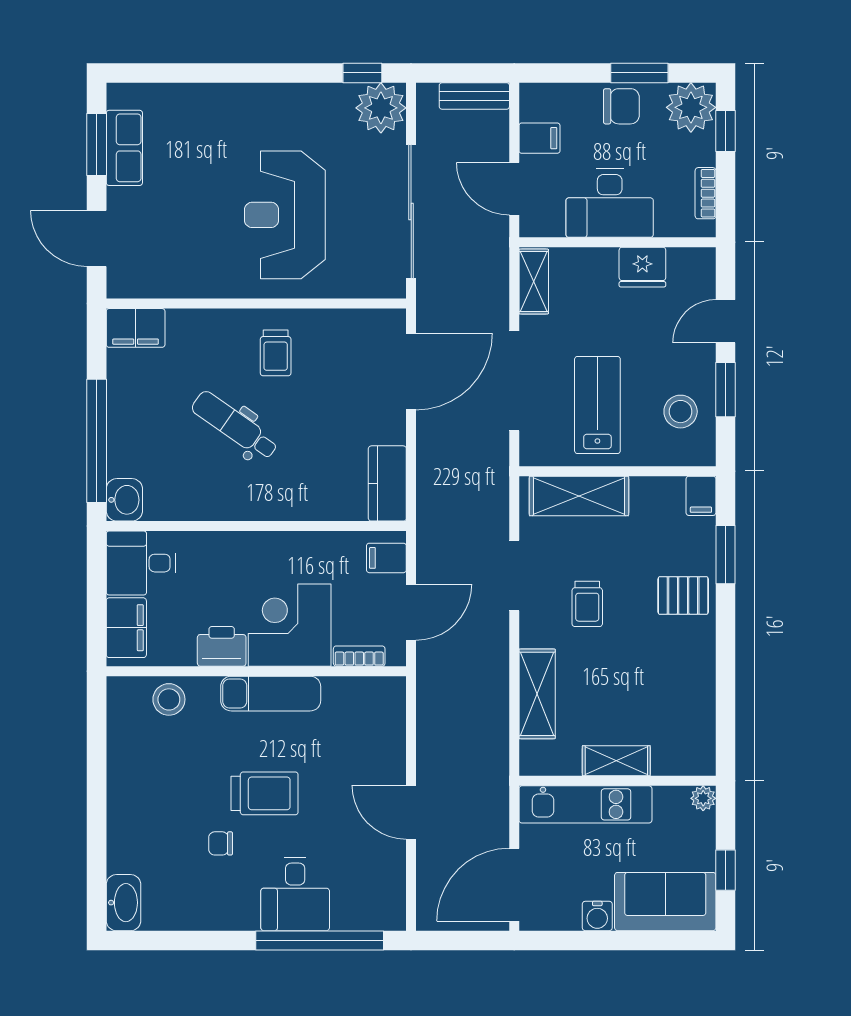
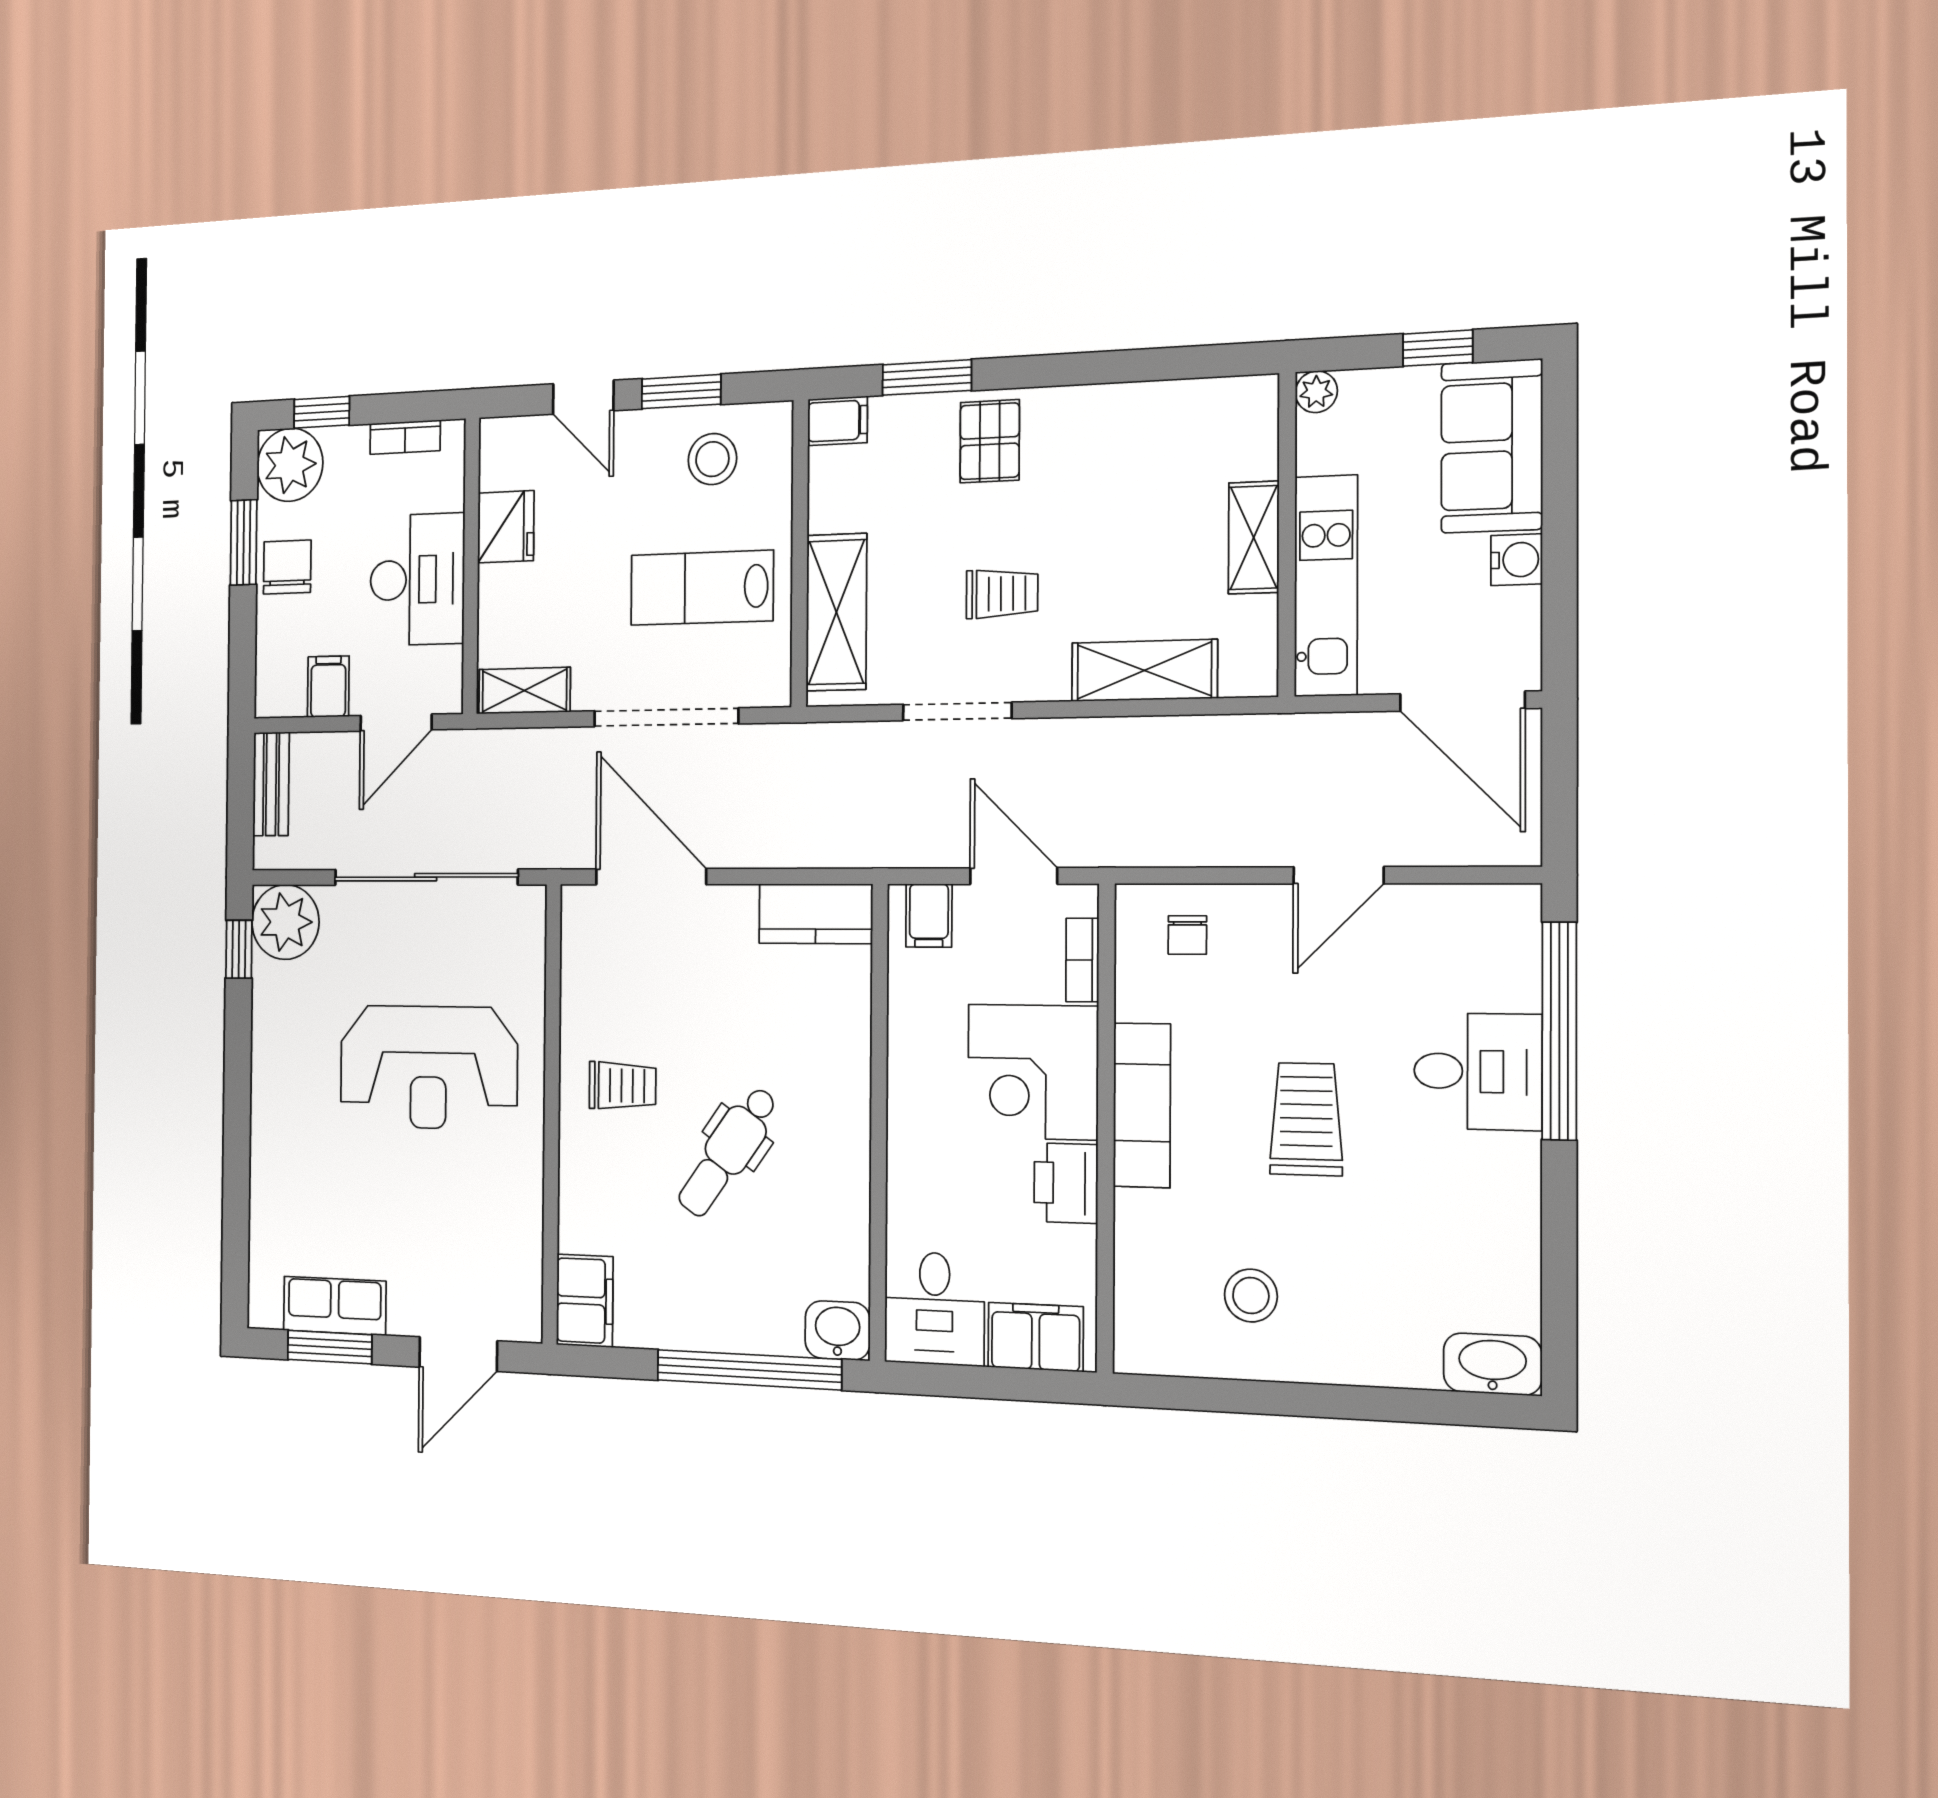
stool: (169, 699) -> (1251, 1295), moved
chair: (221, 843) -> (1187, 935), moved

